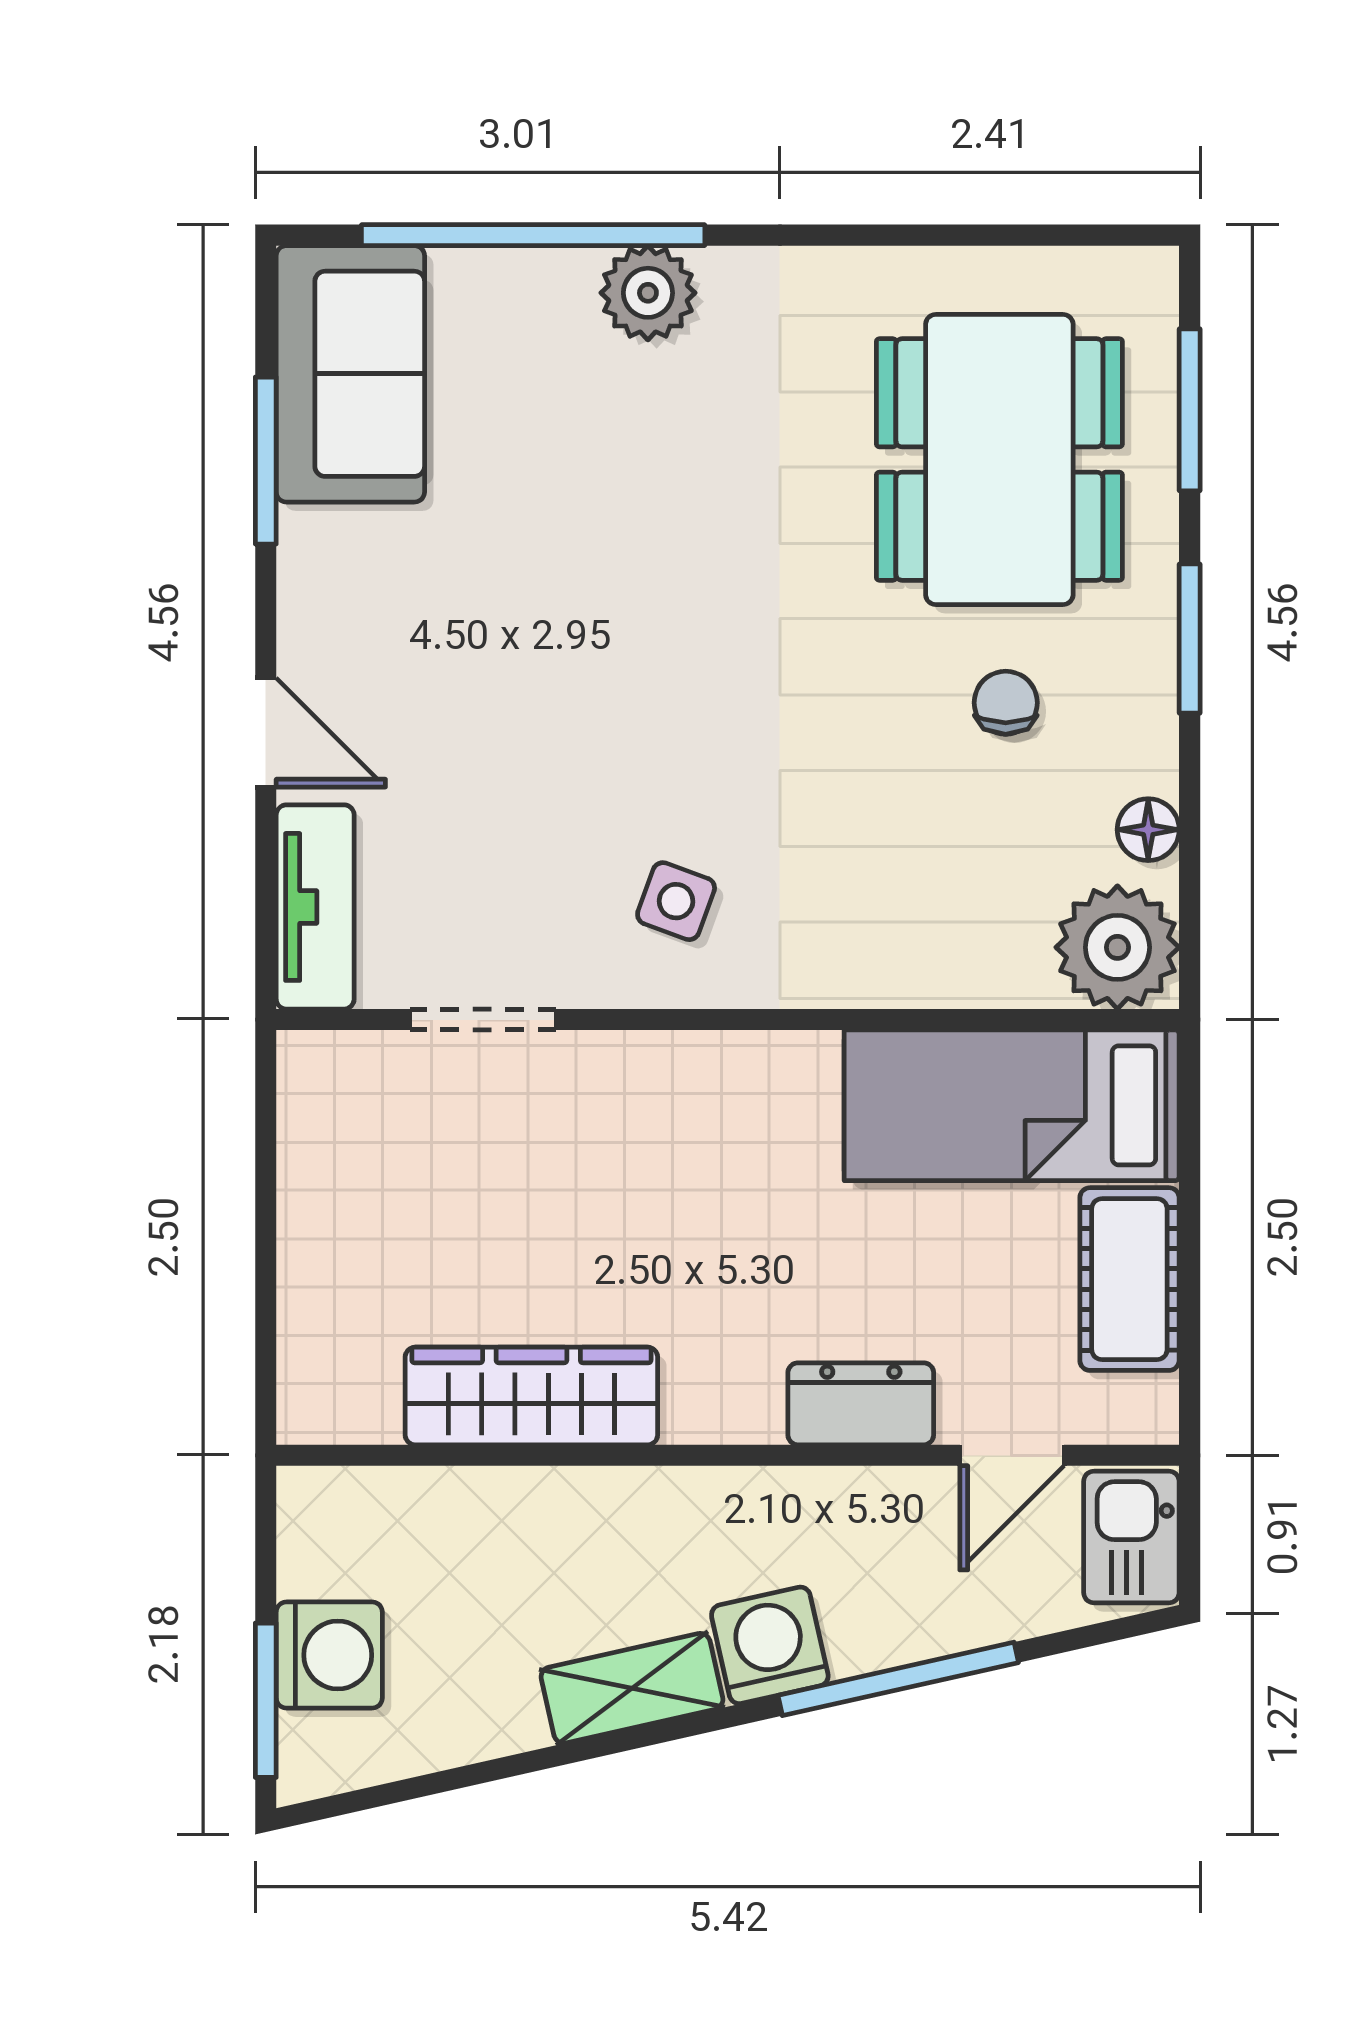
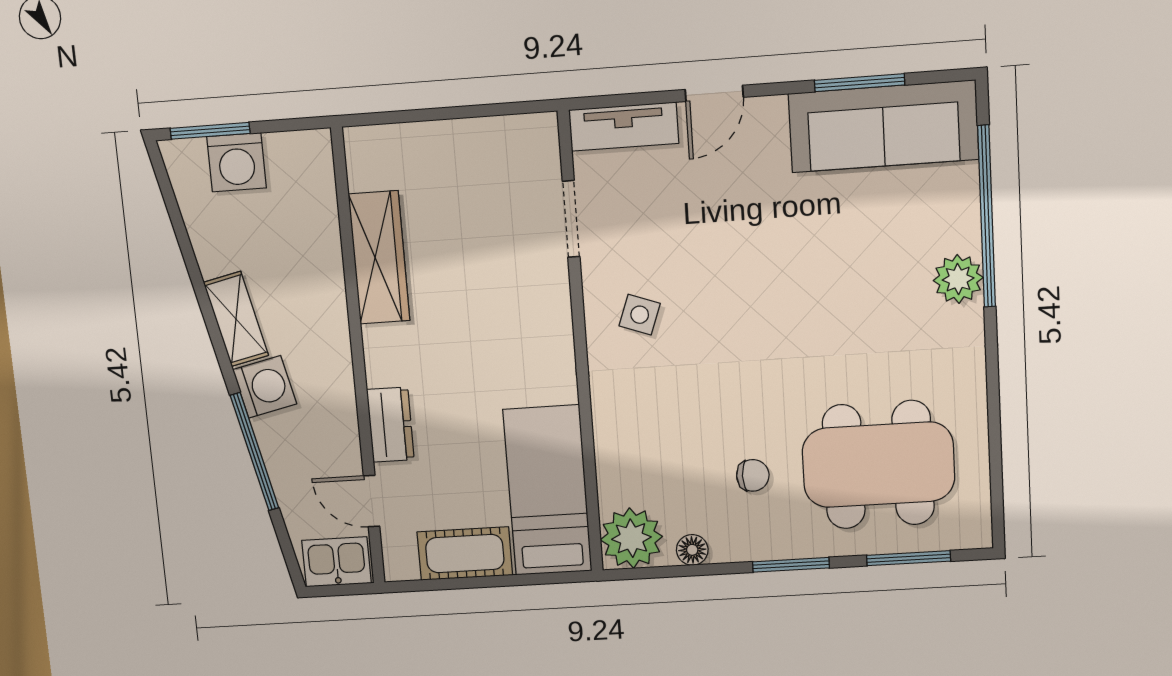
sofa: (350, 374) -> (883, 126), width x1.36

